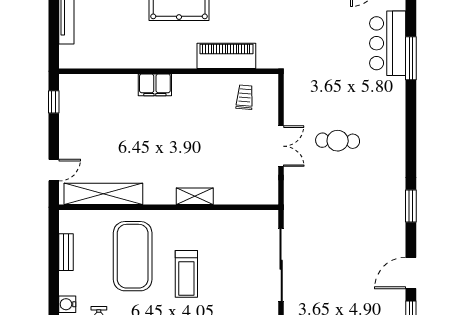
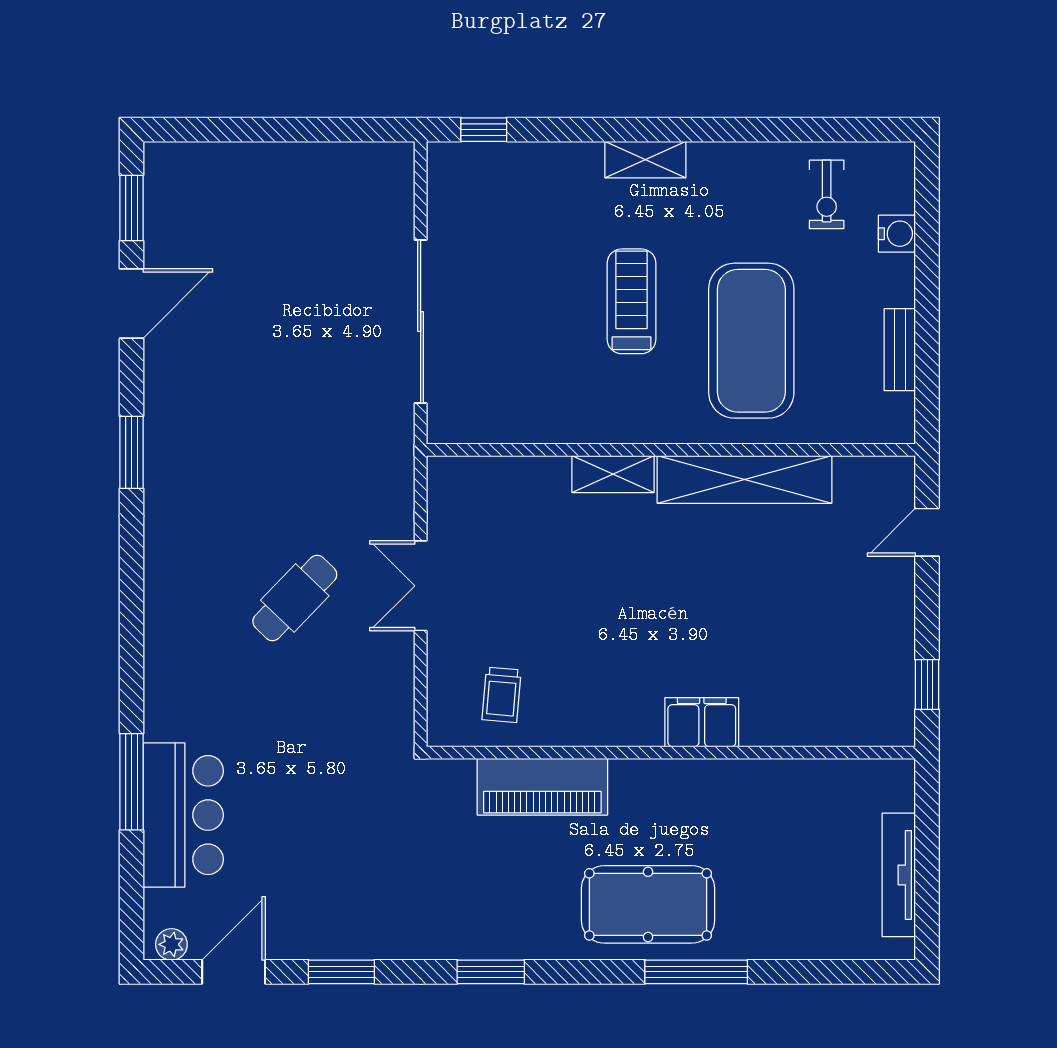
cafe table: (338, 141) -> (295, 598), turned -48
shelving: (103, 194) -> (744, 479), moved

